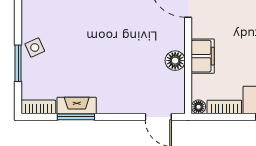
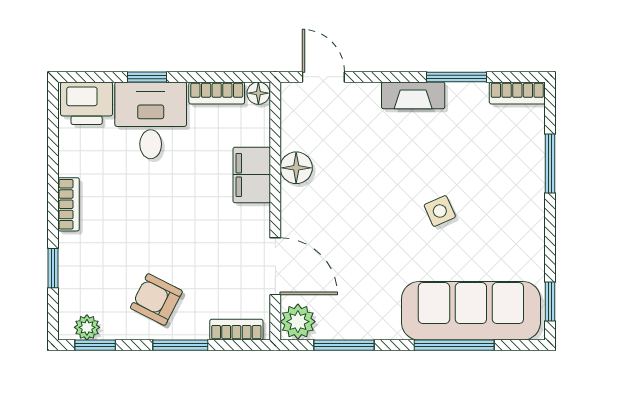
side table: (35, 47) -> (440, 211), moved
fireplace: (77, 105) -> (413, 95), moved

